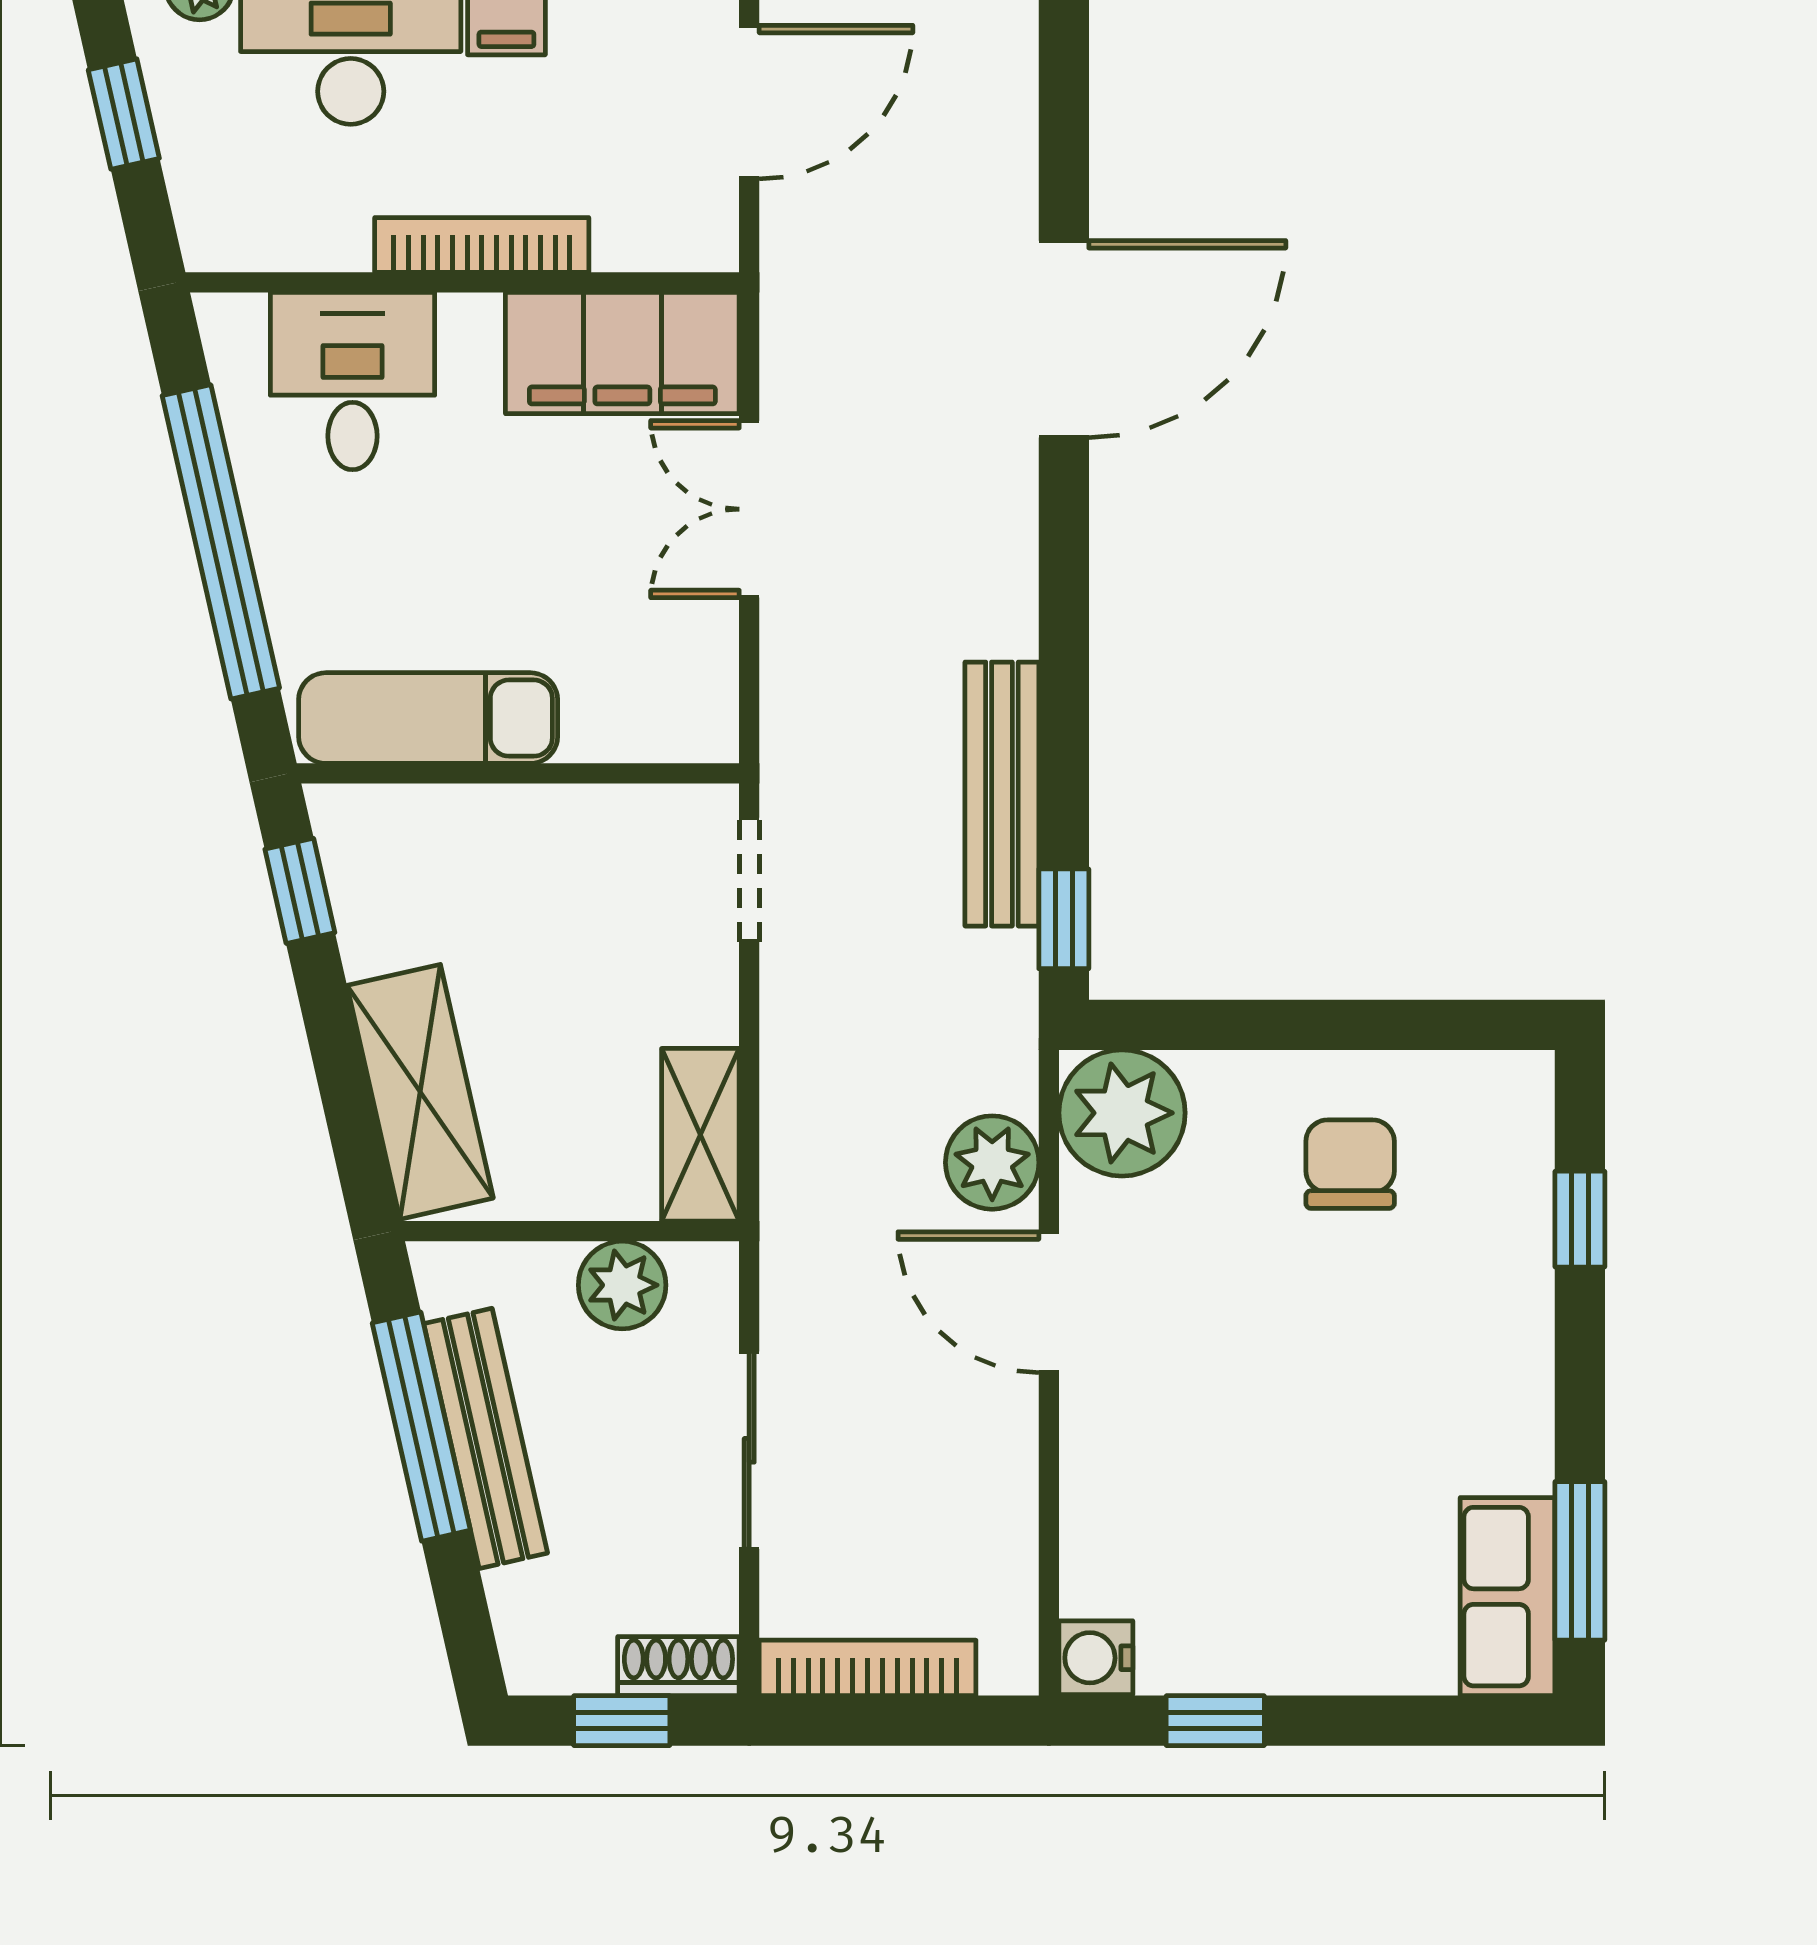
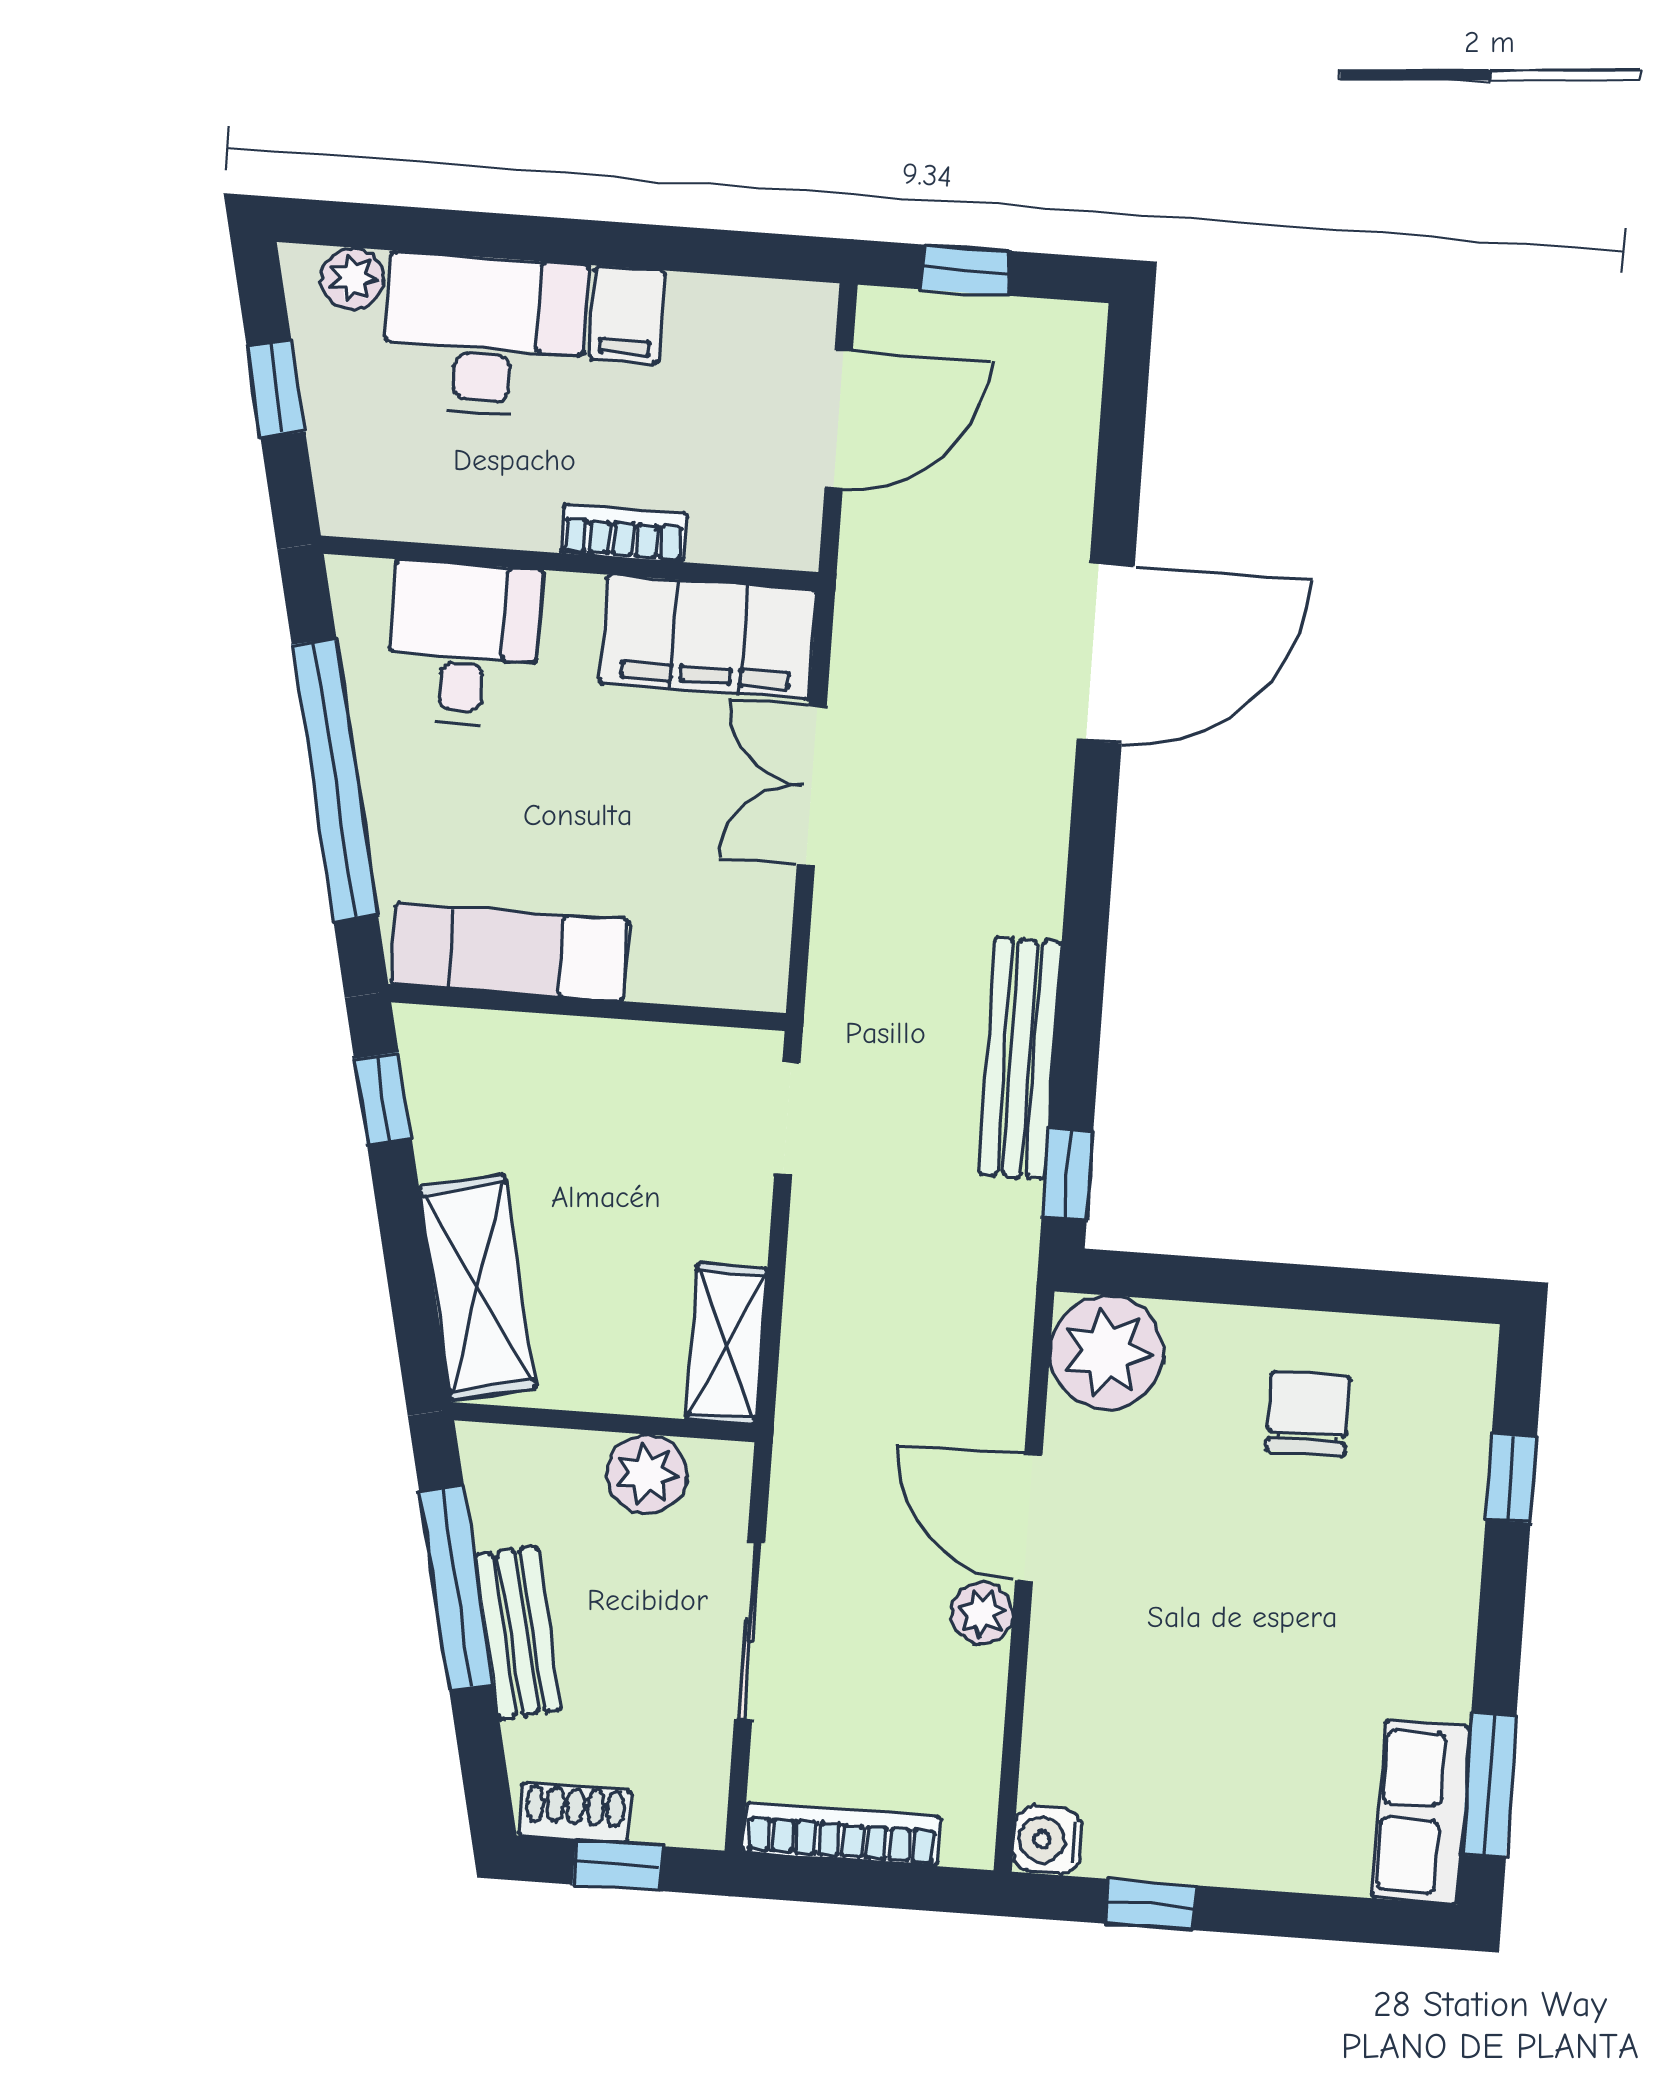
bookcase: (482, 245) -> (624, 533), width x0.64
plant: (992, 1163) -> (982, 1614), moved, width x0.73, depth x0.73
bench: (486, 1438) -> (518, 1633), width x0.73
shoe rack: (678, 1666) -> (575, 1813), moved

